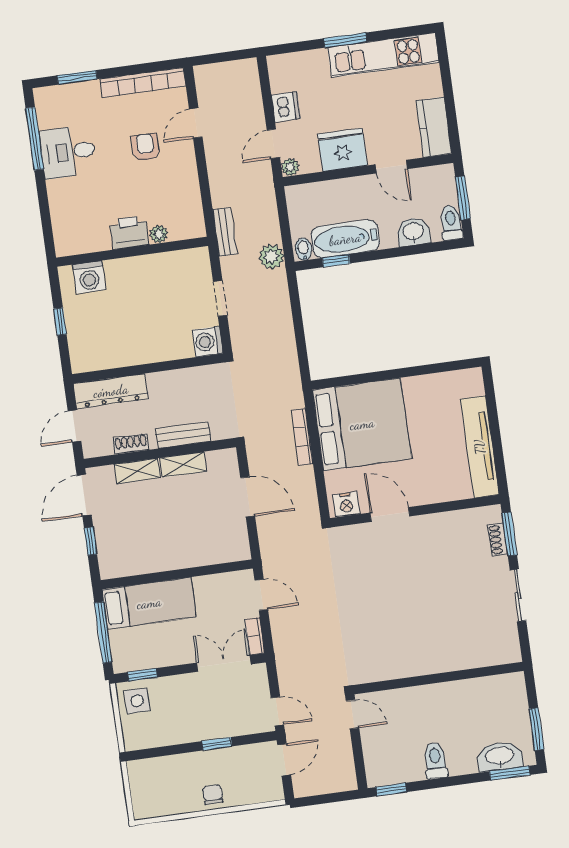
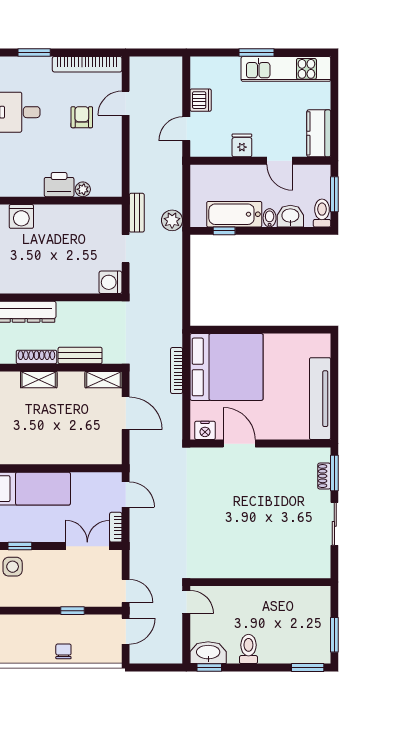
fridge: (342, 150) -> (242, 145), width x0.53, depth x0.75
plant: (290, 167) -> (197, 150), removed
bench: (225, 232) -> (137, 213), moved
bidet: (303, 249) -> (270, 218), moved
shoe rack: (131, 444) -> (36, 357), width x1.43
shelving: (183, 465) -> (103, 380), moved
washbasin: (500, 756) -> (208, 653), moved

